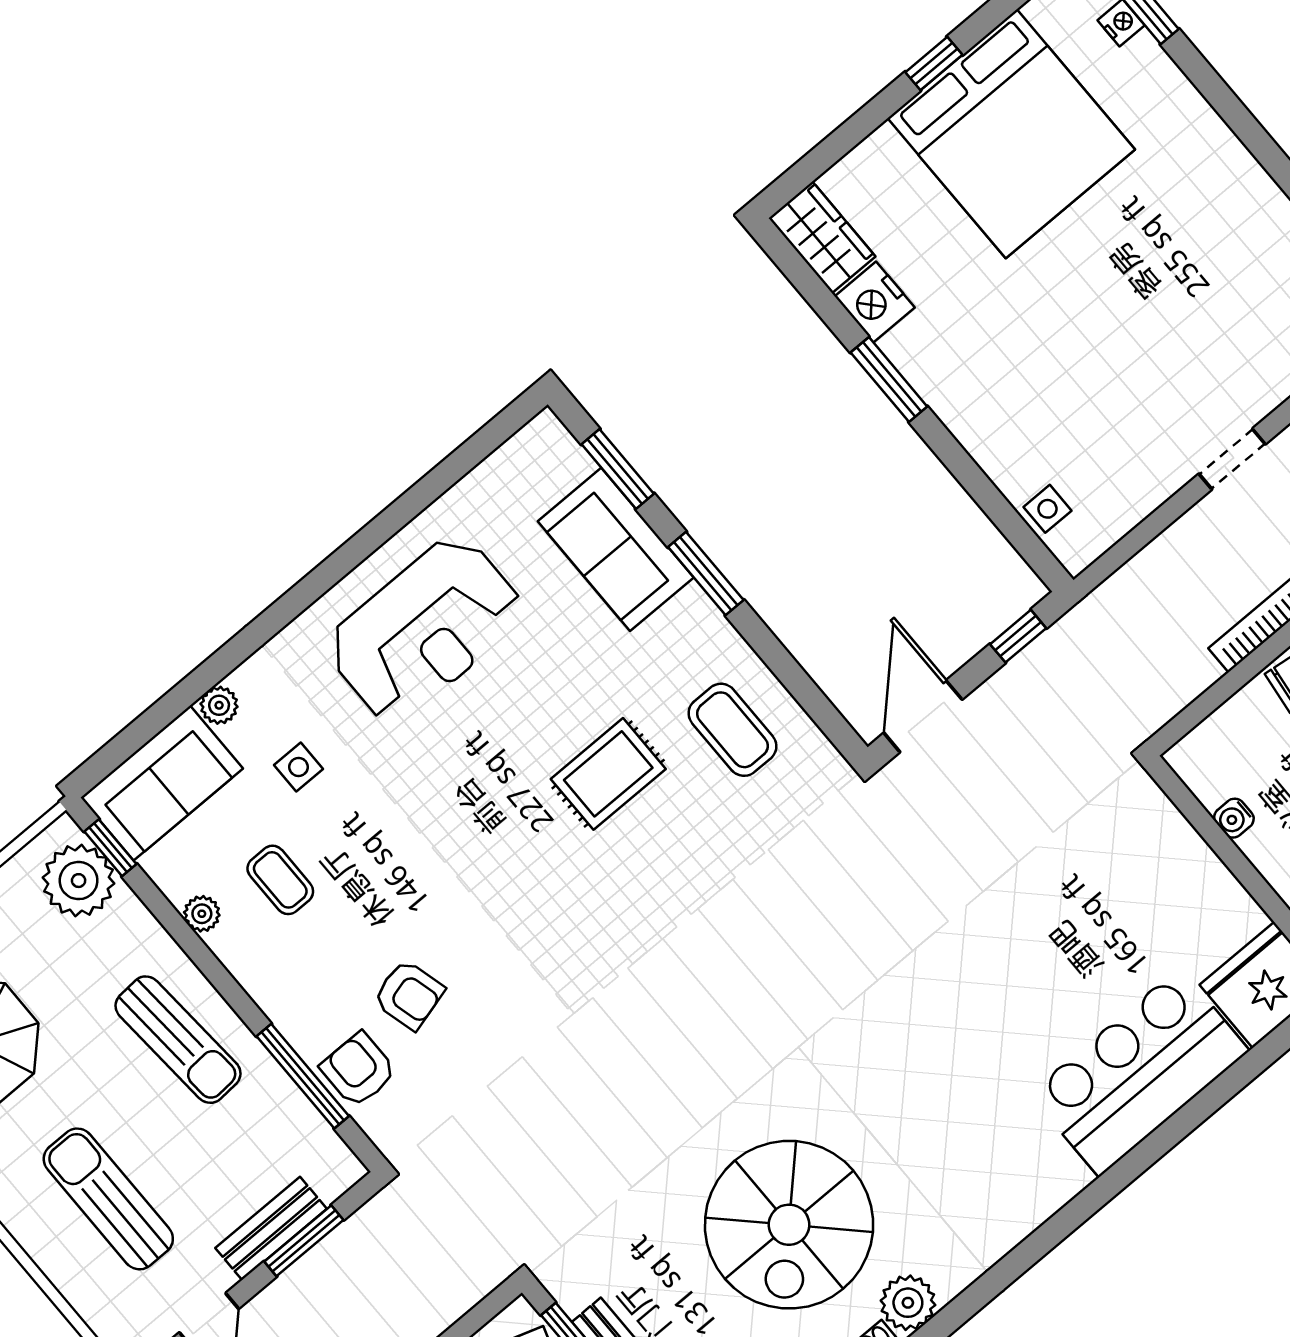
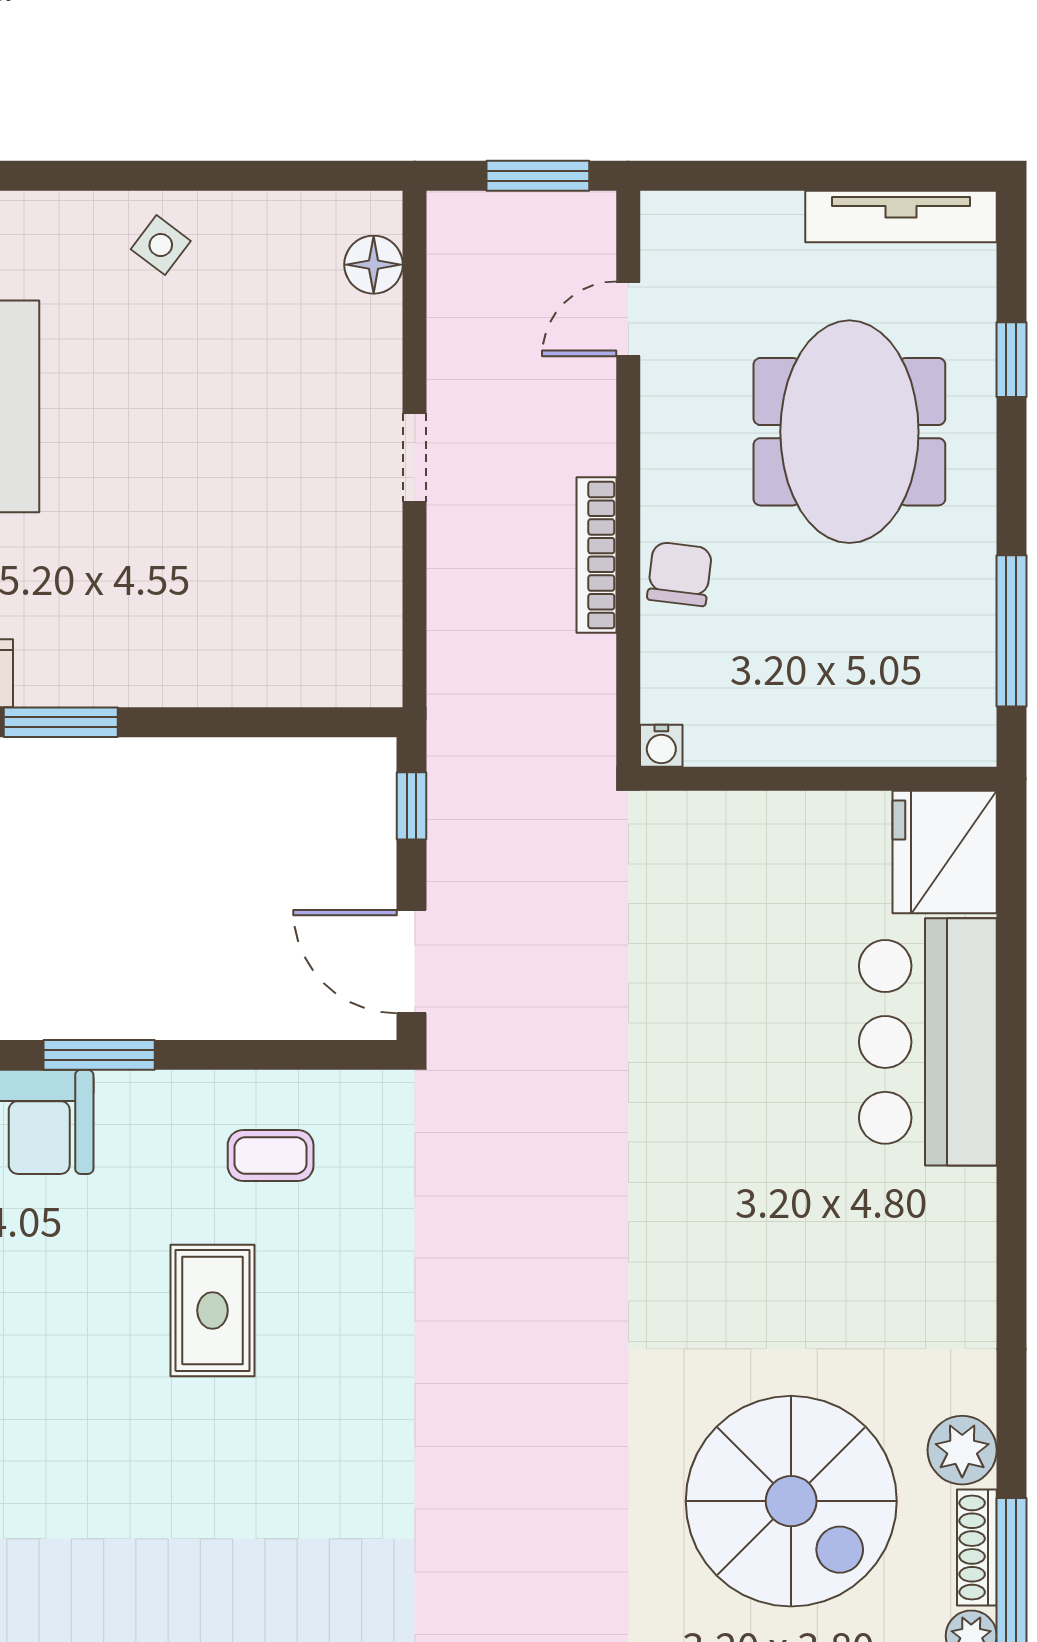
side table: (1047, 509) -> (161, 245), moved, turned 37
coffee table: (732, 730) -> (271, 1156), width x0.73, depth x0.77
water cooler: (1234, 818) -> (661, 746), moved

